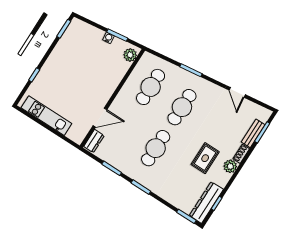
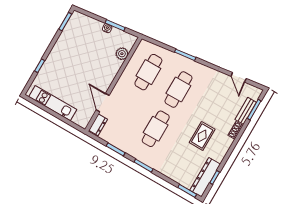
plant: (130, 55) -> (122, 54), moved
door: (237, 92) -> (239, 77), moved
door: (100, 118) -> (103, 103), swing flipped
plant: (230, 166) -> (226, 143), removed

